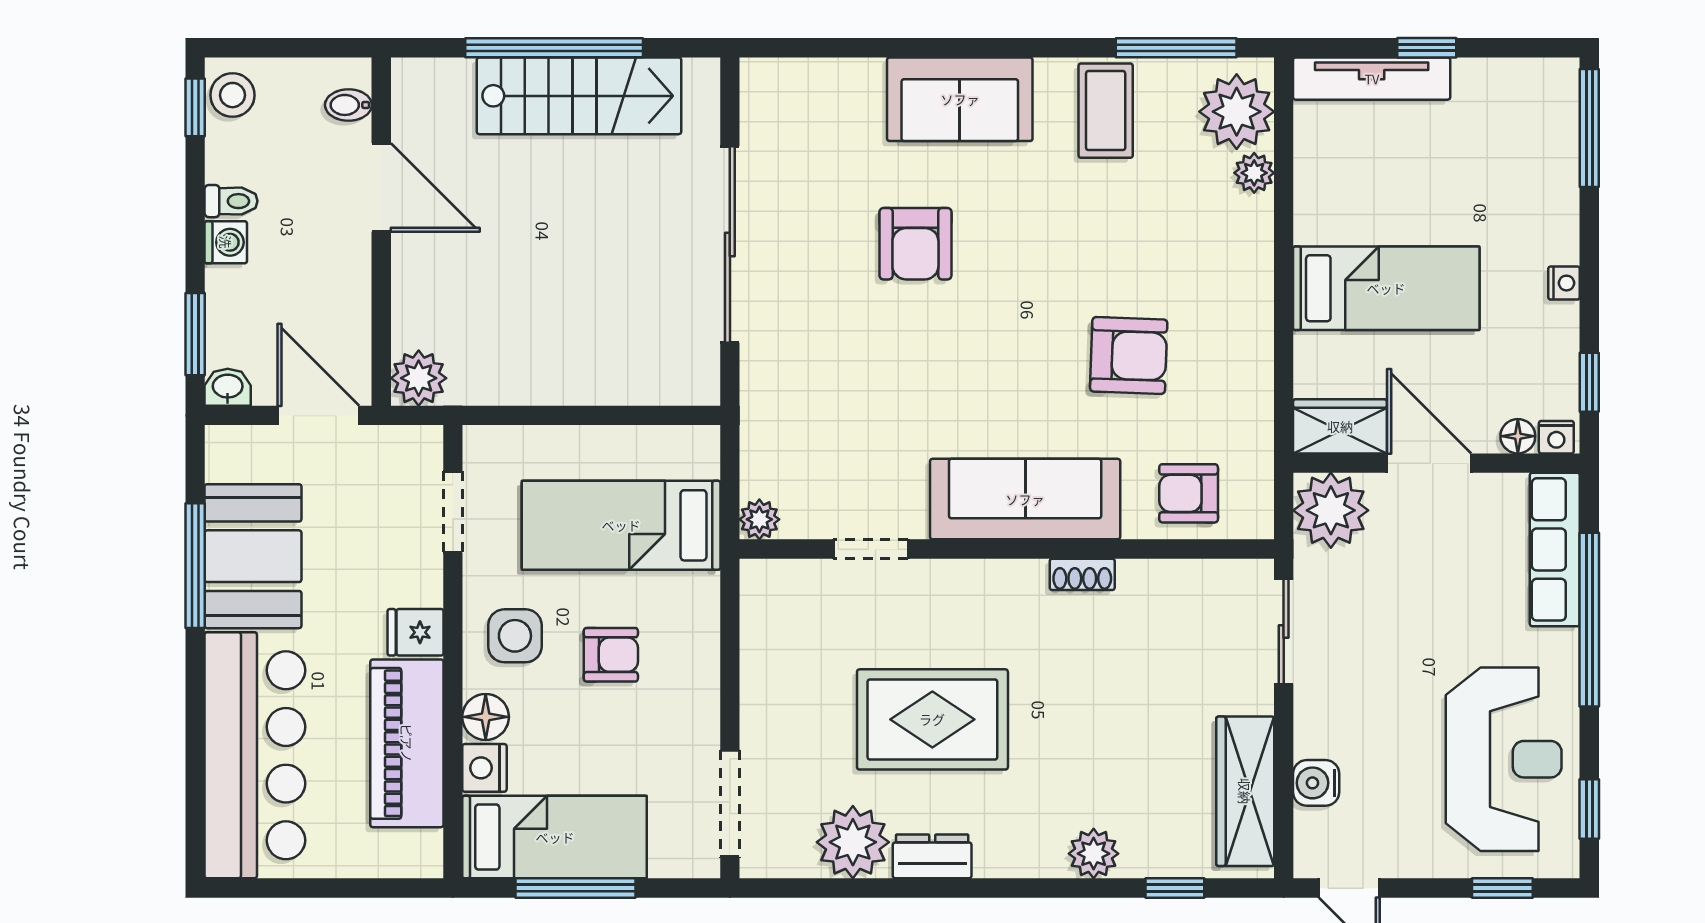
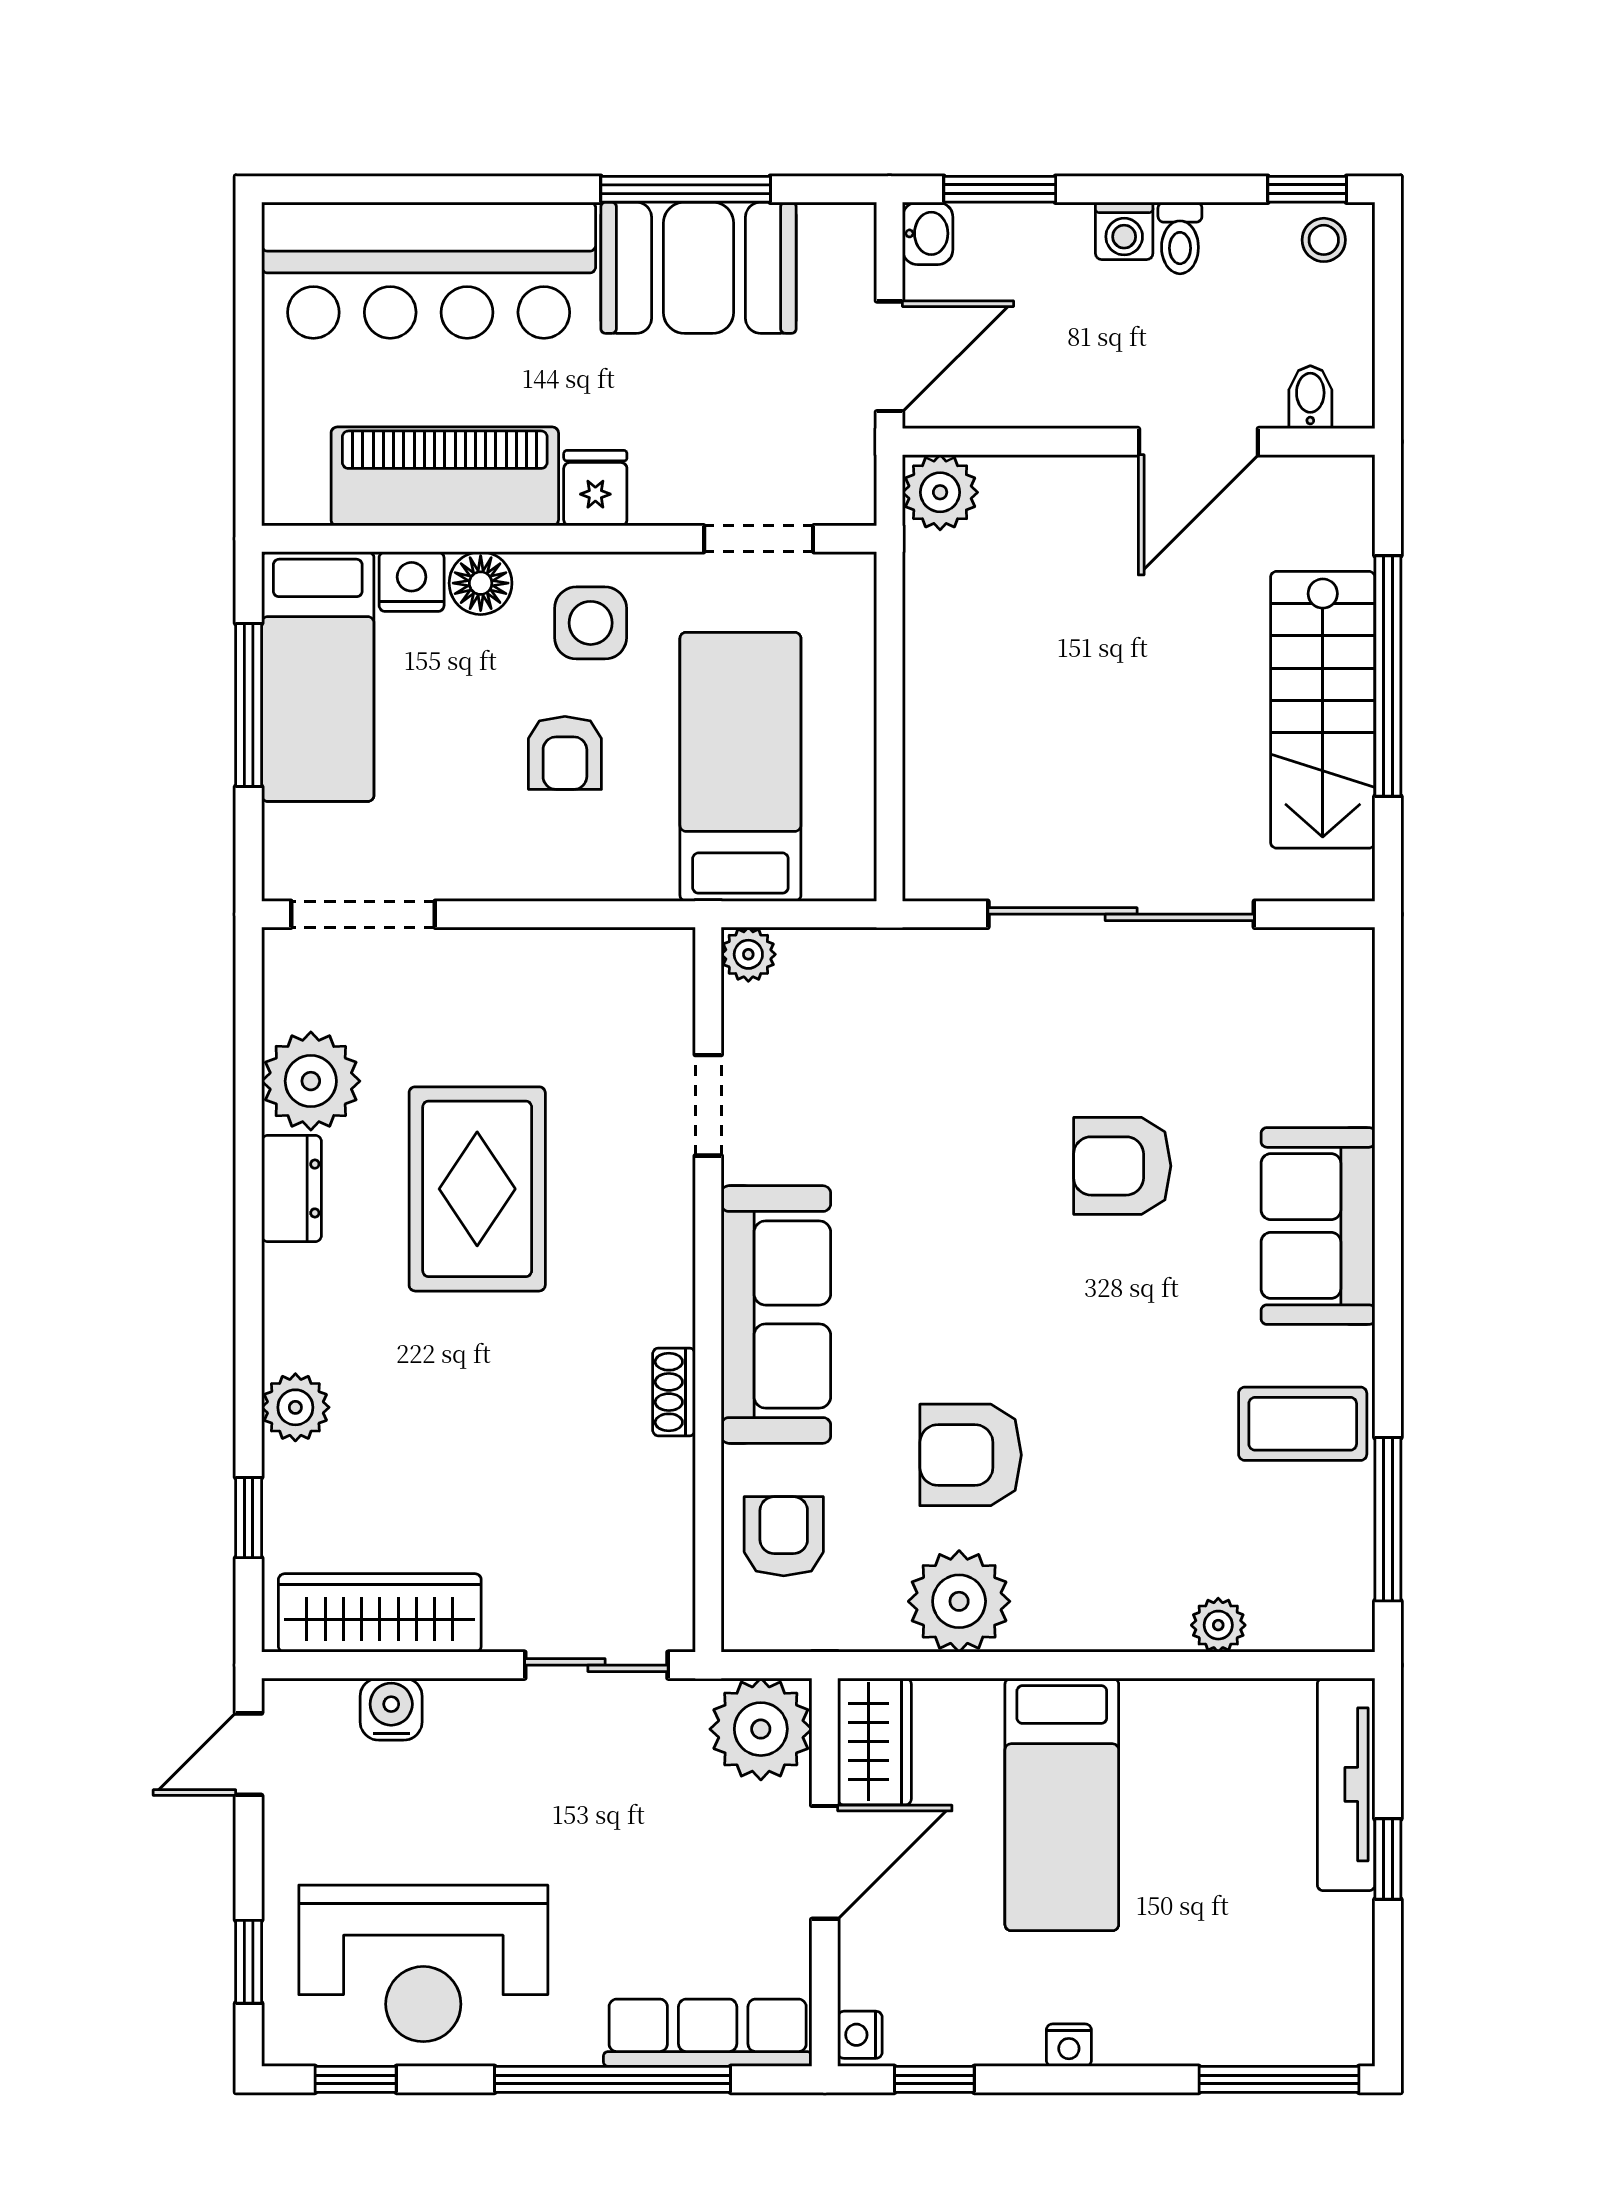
stool: (232, 95) -> (1324, 240), width x0.73, depth x0.73
plant: (1237, 112) -> (959, 1601), moved
armchair: (1129, 356) -> (971, 1455), turned 88
floor lamp: (1518, 436) -> (861, 1983), removed

